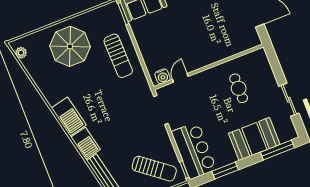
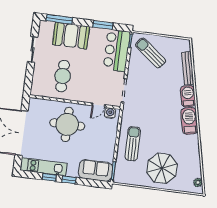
round table: (203, 37) -> (67, 124), added
cafe table: (239, 88) -> (63, 76), width x1.37, depth x1.35

